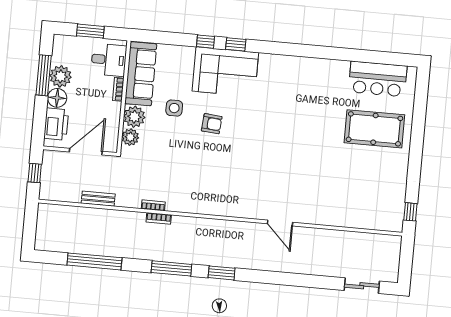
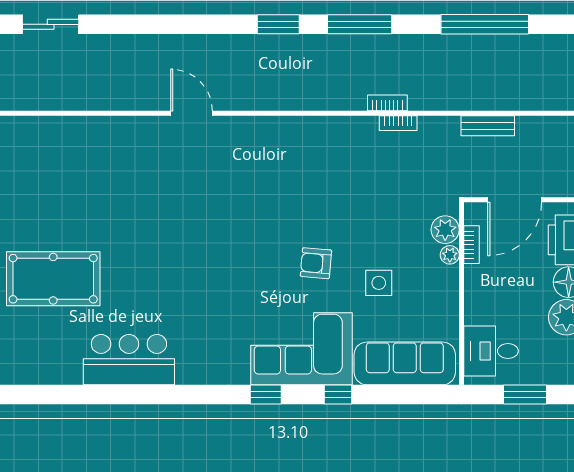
window: (236, 44) -> (266, 395), moved
sofa: (141, 74) -> (405, 363), moved, turned 90
bar counter: (378, 79) -> (129, 360), moved
bookcase: (118, 89) -> (472, 245), moved
plant: (134, 117) -> (450, 255), width x0.53, depth x0.53

